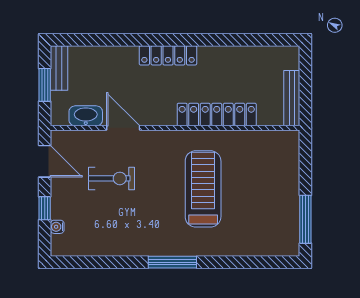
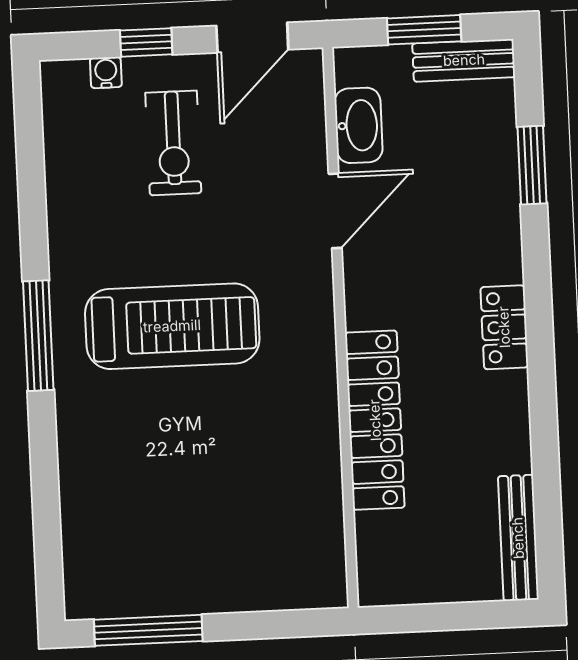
window: (107, 40) -> (532, 165), added
locker: (168, 55) -> (504, 327), width x0.66
bench: (292, 98) -> (518, 538), moved, turned 90
exercise bike: (112, 178) -> (173, 143), moved
treadmill: (203, 189) -> (172, 326), moved

